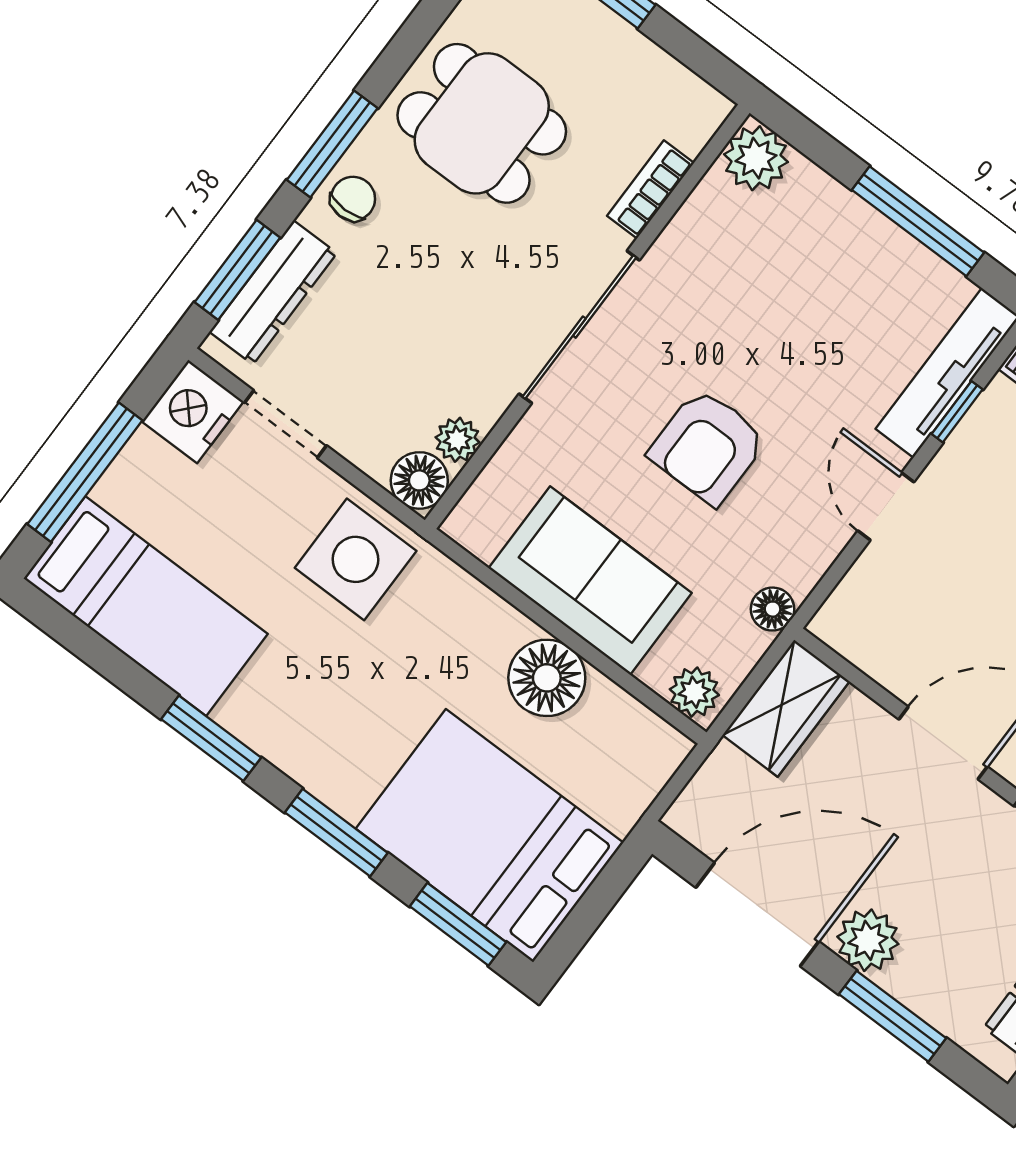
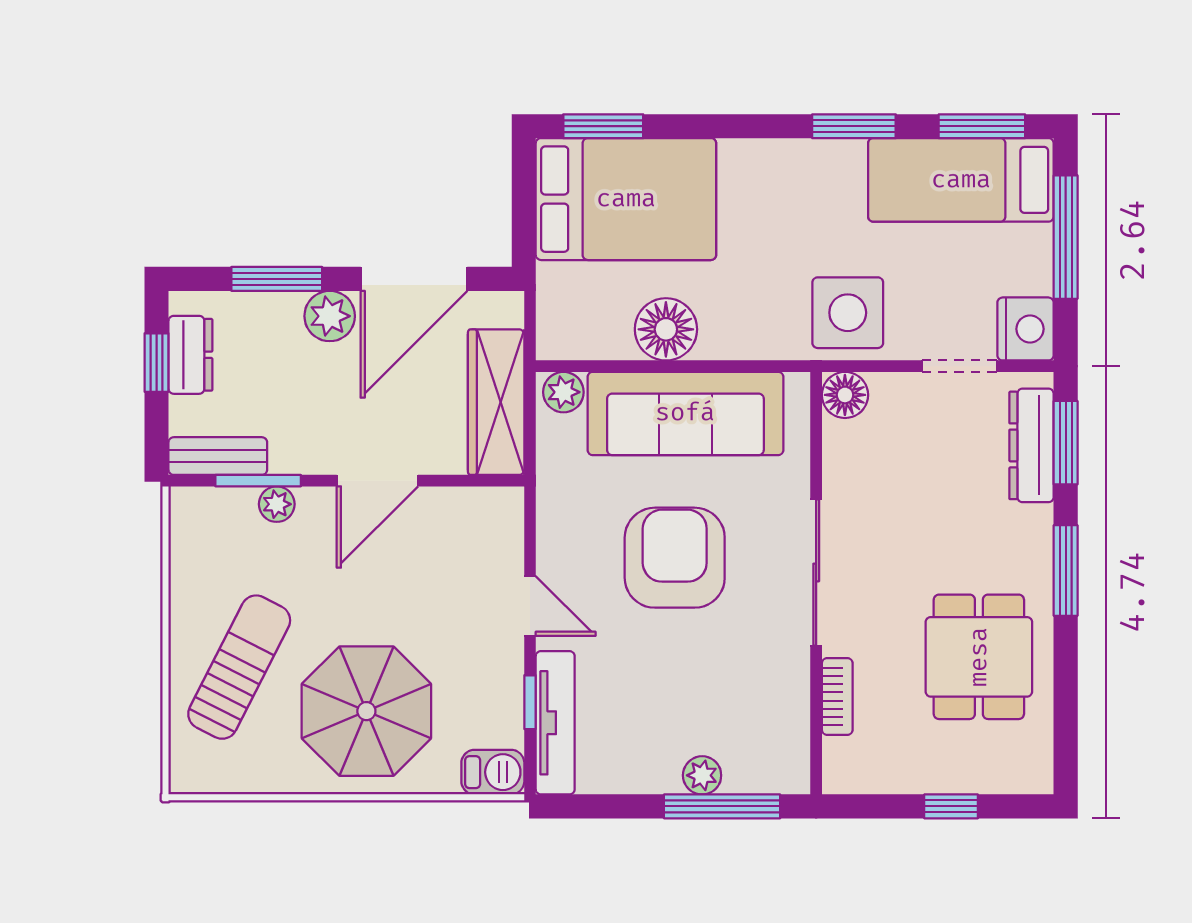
dining table: (482, 123) -> (979, 657), turned 90
plant: (756, 158) -> (702, 775), moved, width x0.73, depth x0.73
chair: (353, 199) -> (1025, 545), removed
window: (918, 221) -> (722, 806), moved
plant: (458, 440) -> (840, 440), removed
armchair: (708, 446) -> (675, 558), width x1.36, depth x1.36
sofa: (590, 581) -> (685, 413), width x1.36
floor lamp: (773, 609) -> (553, 484), removed
wardrobe: (786, 708) -> (496, 402), width x1.50
window: (336, 833) -> (982, 126), moved

